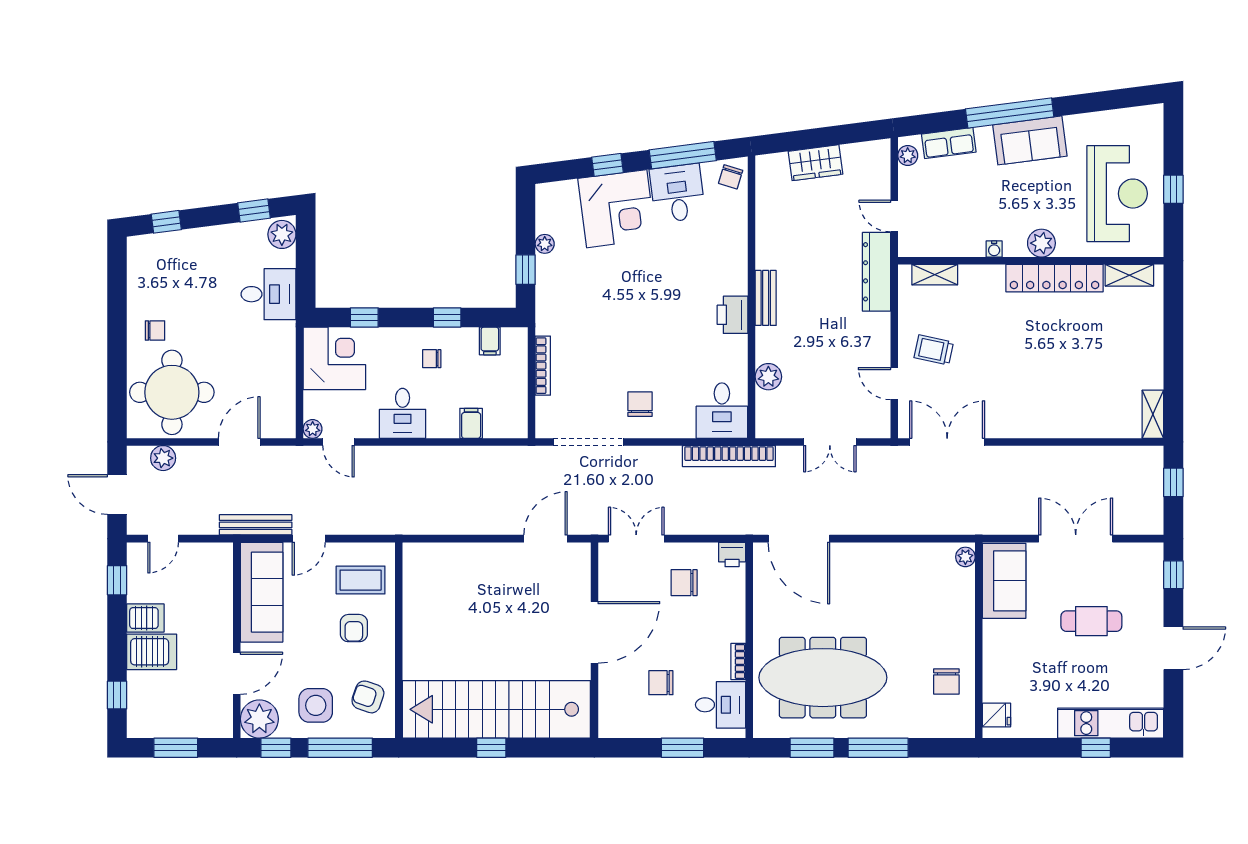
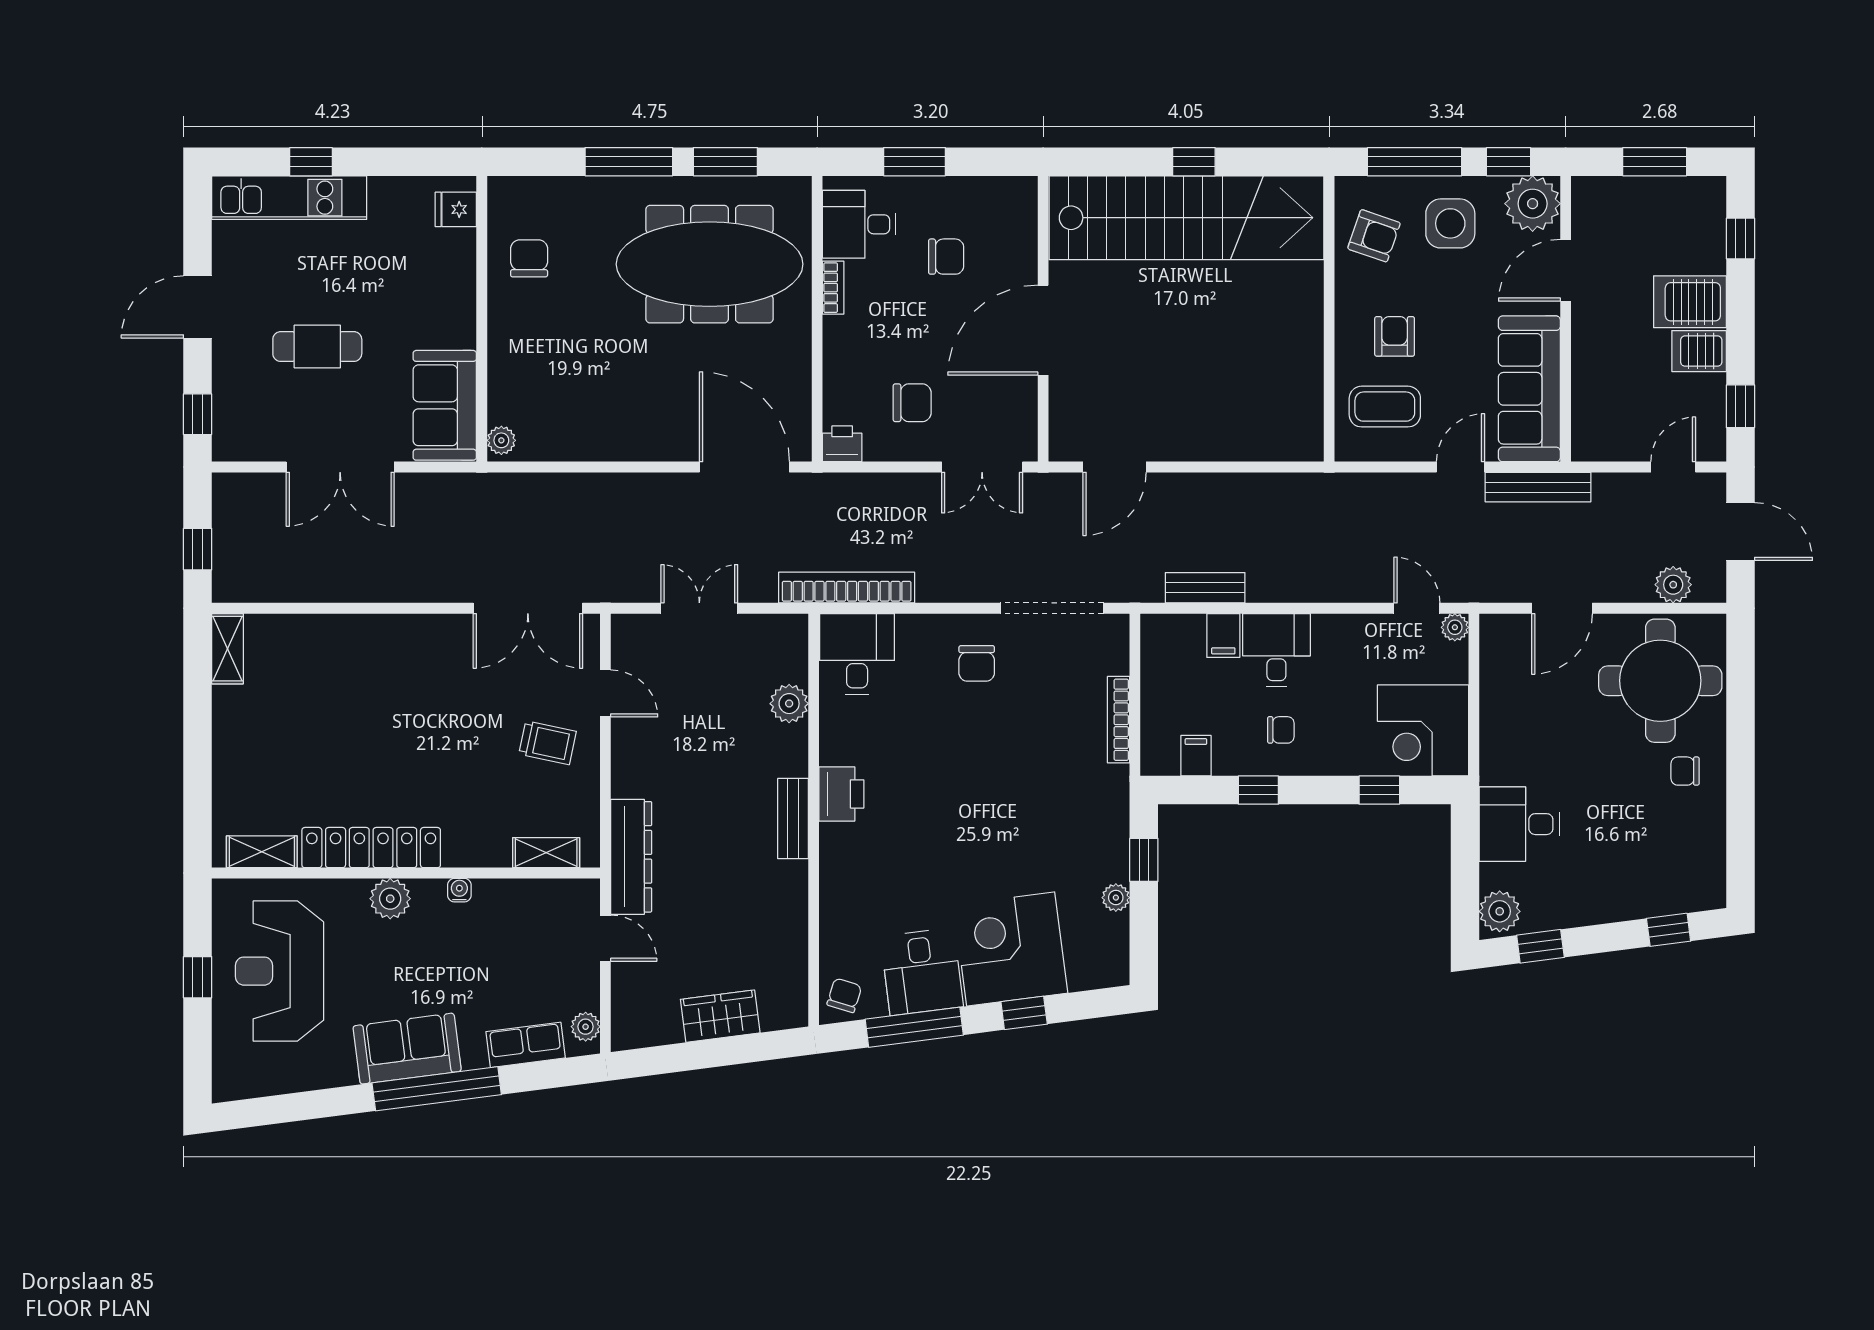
desk: (403, 413) -> (1276, 650), moved
bench: (484, 456) -> (1205, 588), added

